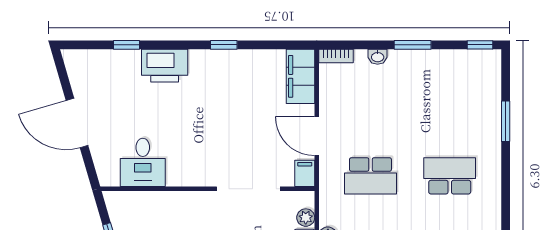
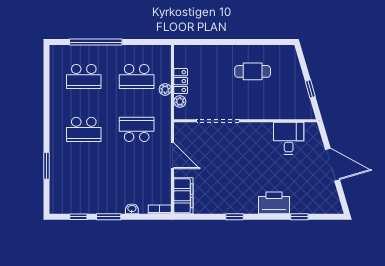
window: (480, 45) -> (78, 217), moved
filing cabinet: (305, 173) -> (181, 131), removed

